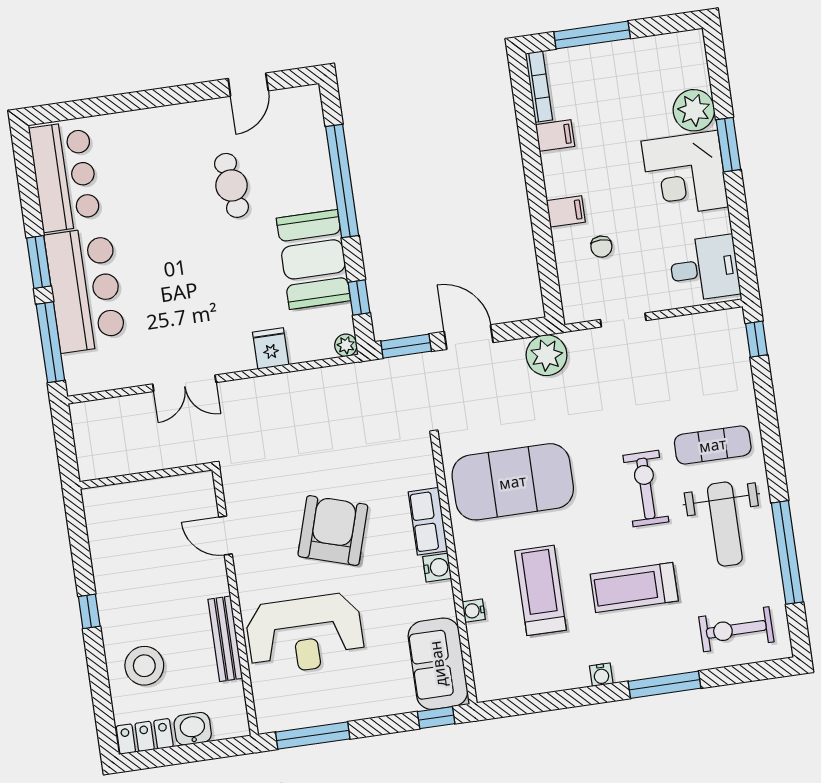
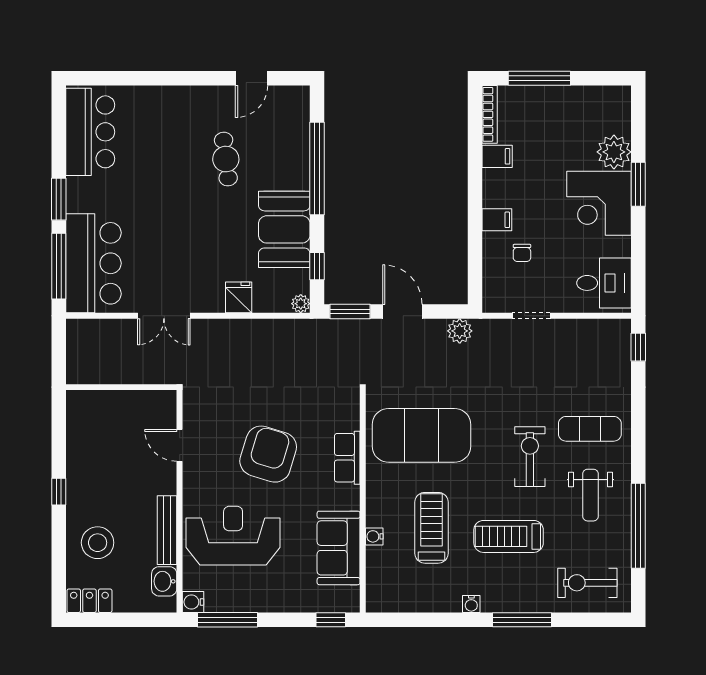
bar counter: (85, 290) -> (93, 263), moved
plant: (547, 355) -> (460, 331), width x0.73, depth x0.73
weight bench: (725, 524) -> (590, 495), width x0.73, depth x0.75
water cooler: (437, 568) -> (193, 602), moved, turned 180
reception desk: (305, 634) -> (233, 536), turned 180
sofa: (438, 664) -> (339, 548), moved
washbasin: (193, 729) -> (164, 581), moved, turned -90

